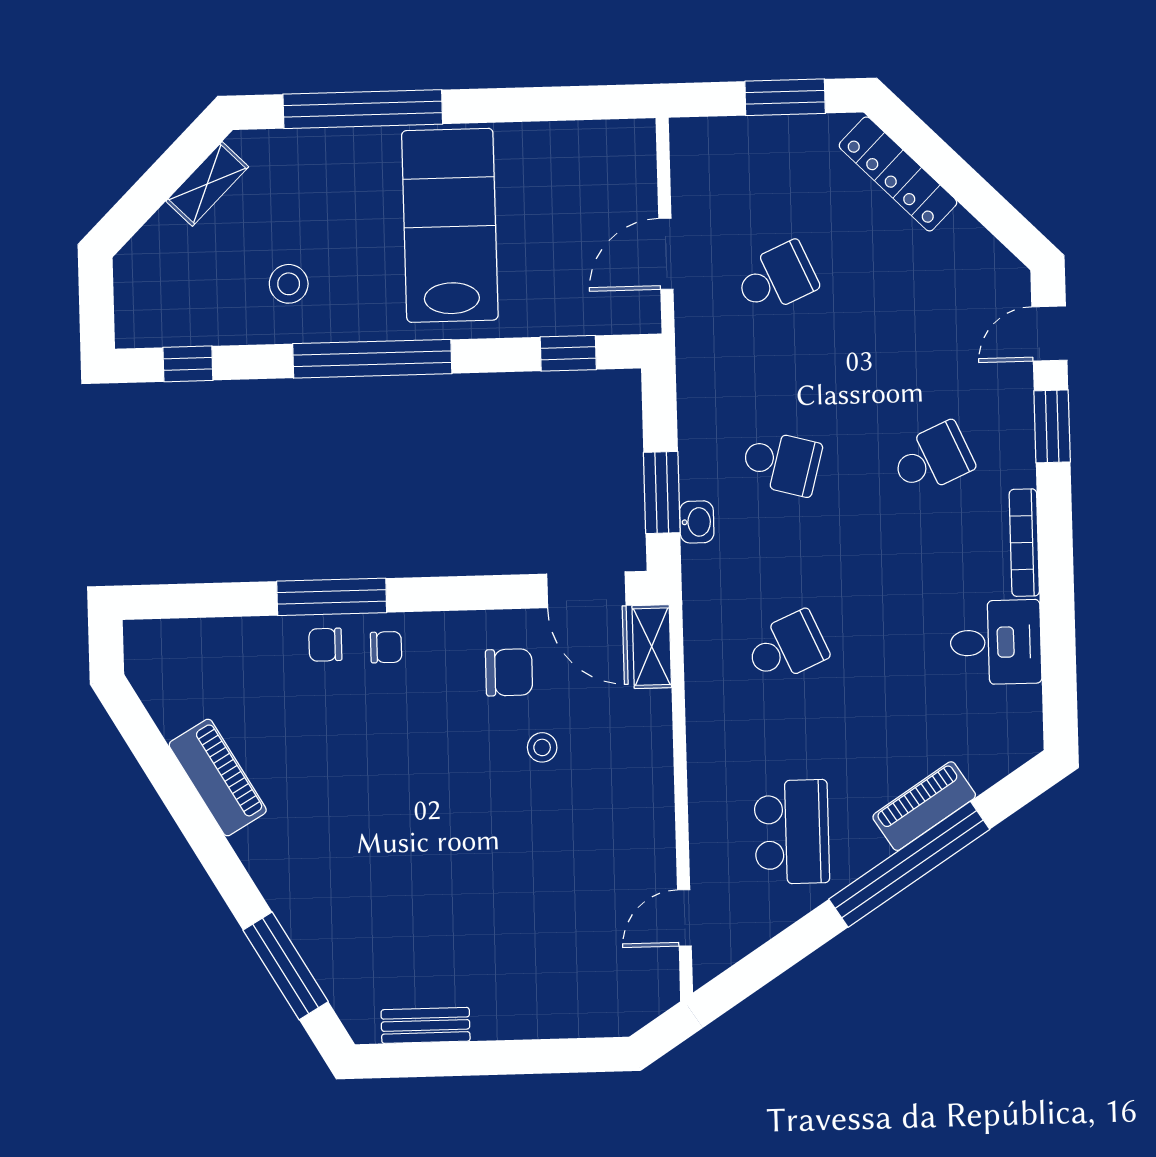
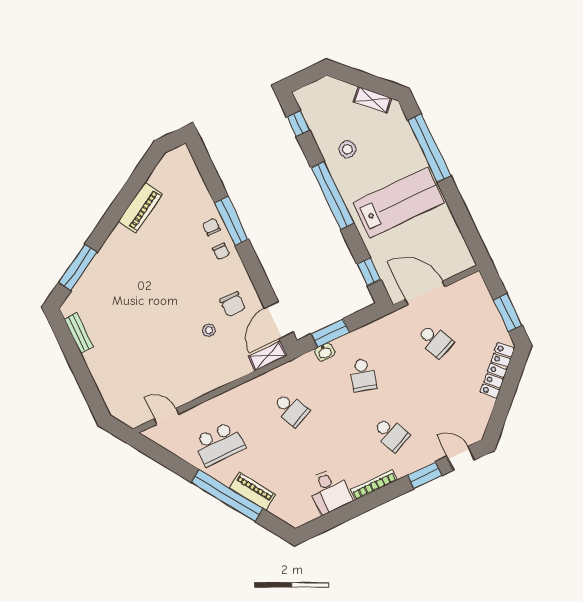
door: (666, 254) -> (425, 293), width x1.36

